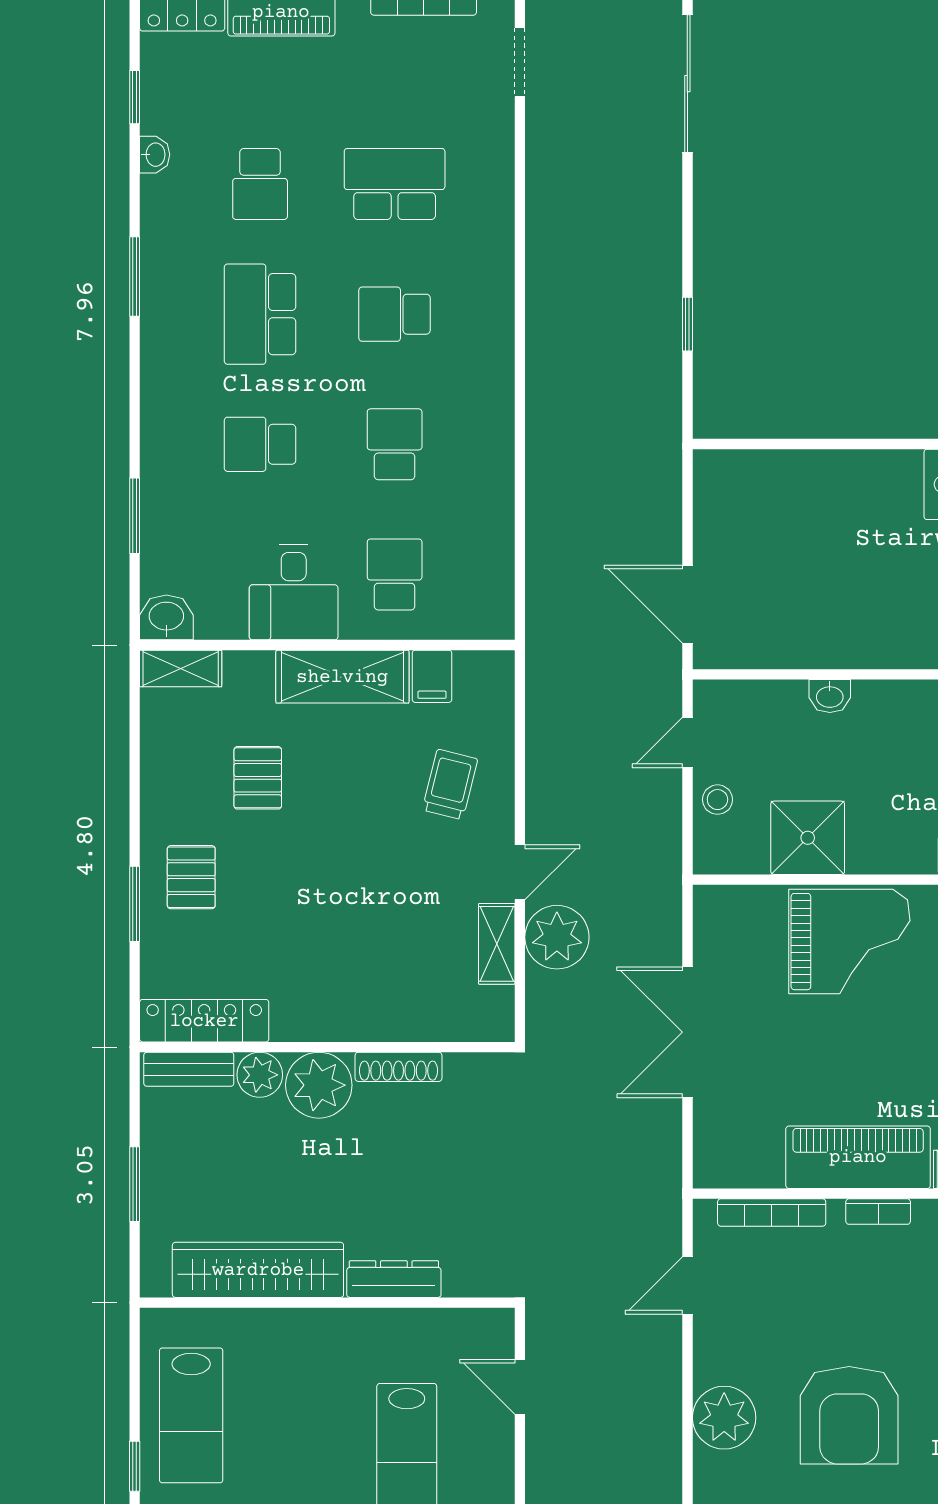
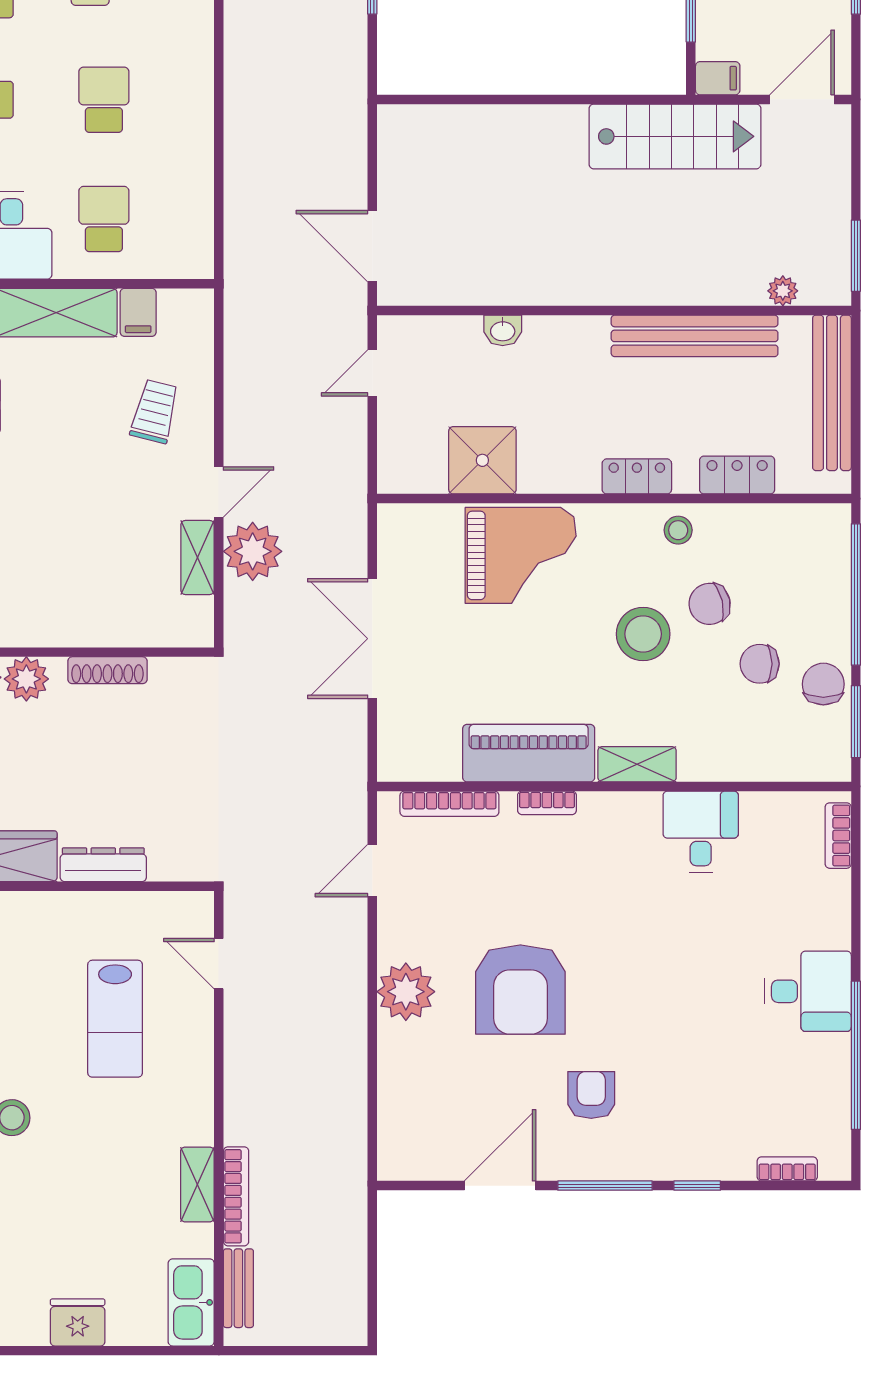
stool: (717, 800) -> (400, 425), removed
plant: (319, 1085) -> (26, 679), width x0.73, depth x0.73

